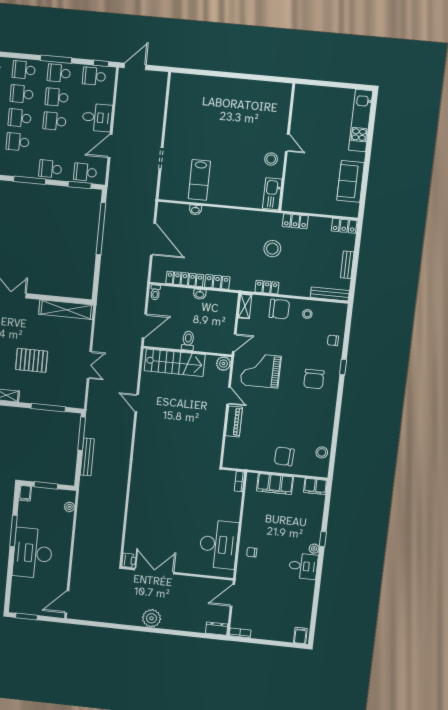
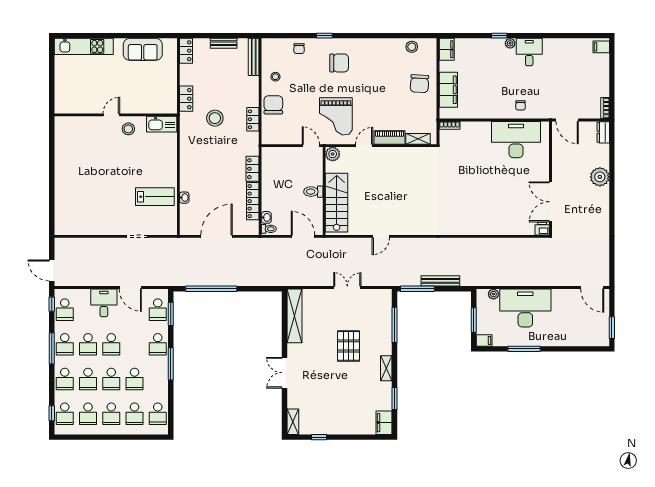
washbasin: (200, 294) -> (266, 217), moved
shelving: (245, 306) -> (418, 139), moved
desk: (33, 553) -> (525, 308), moved, turned 180
plant: (152, 618) -> (600, 177), moved

